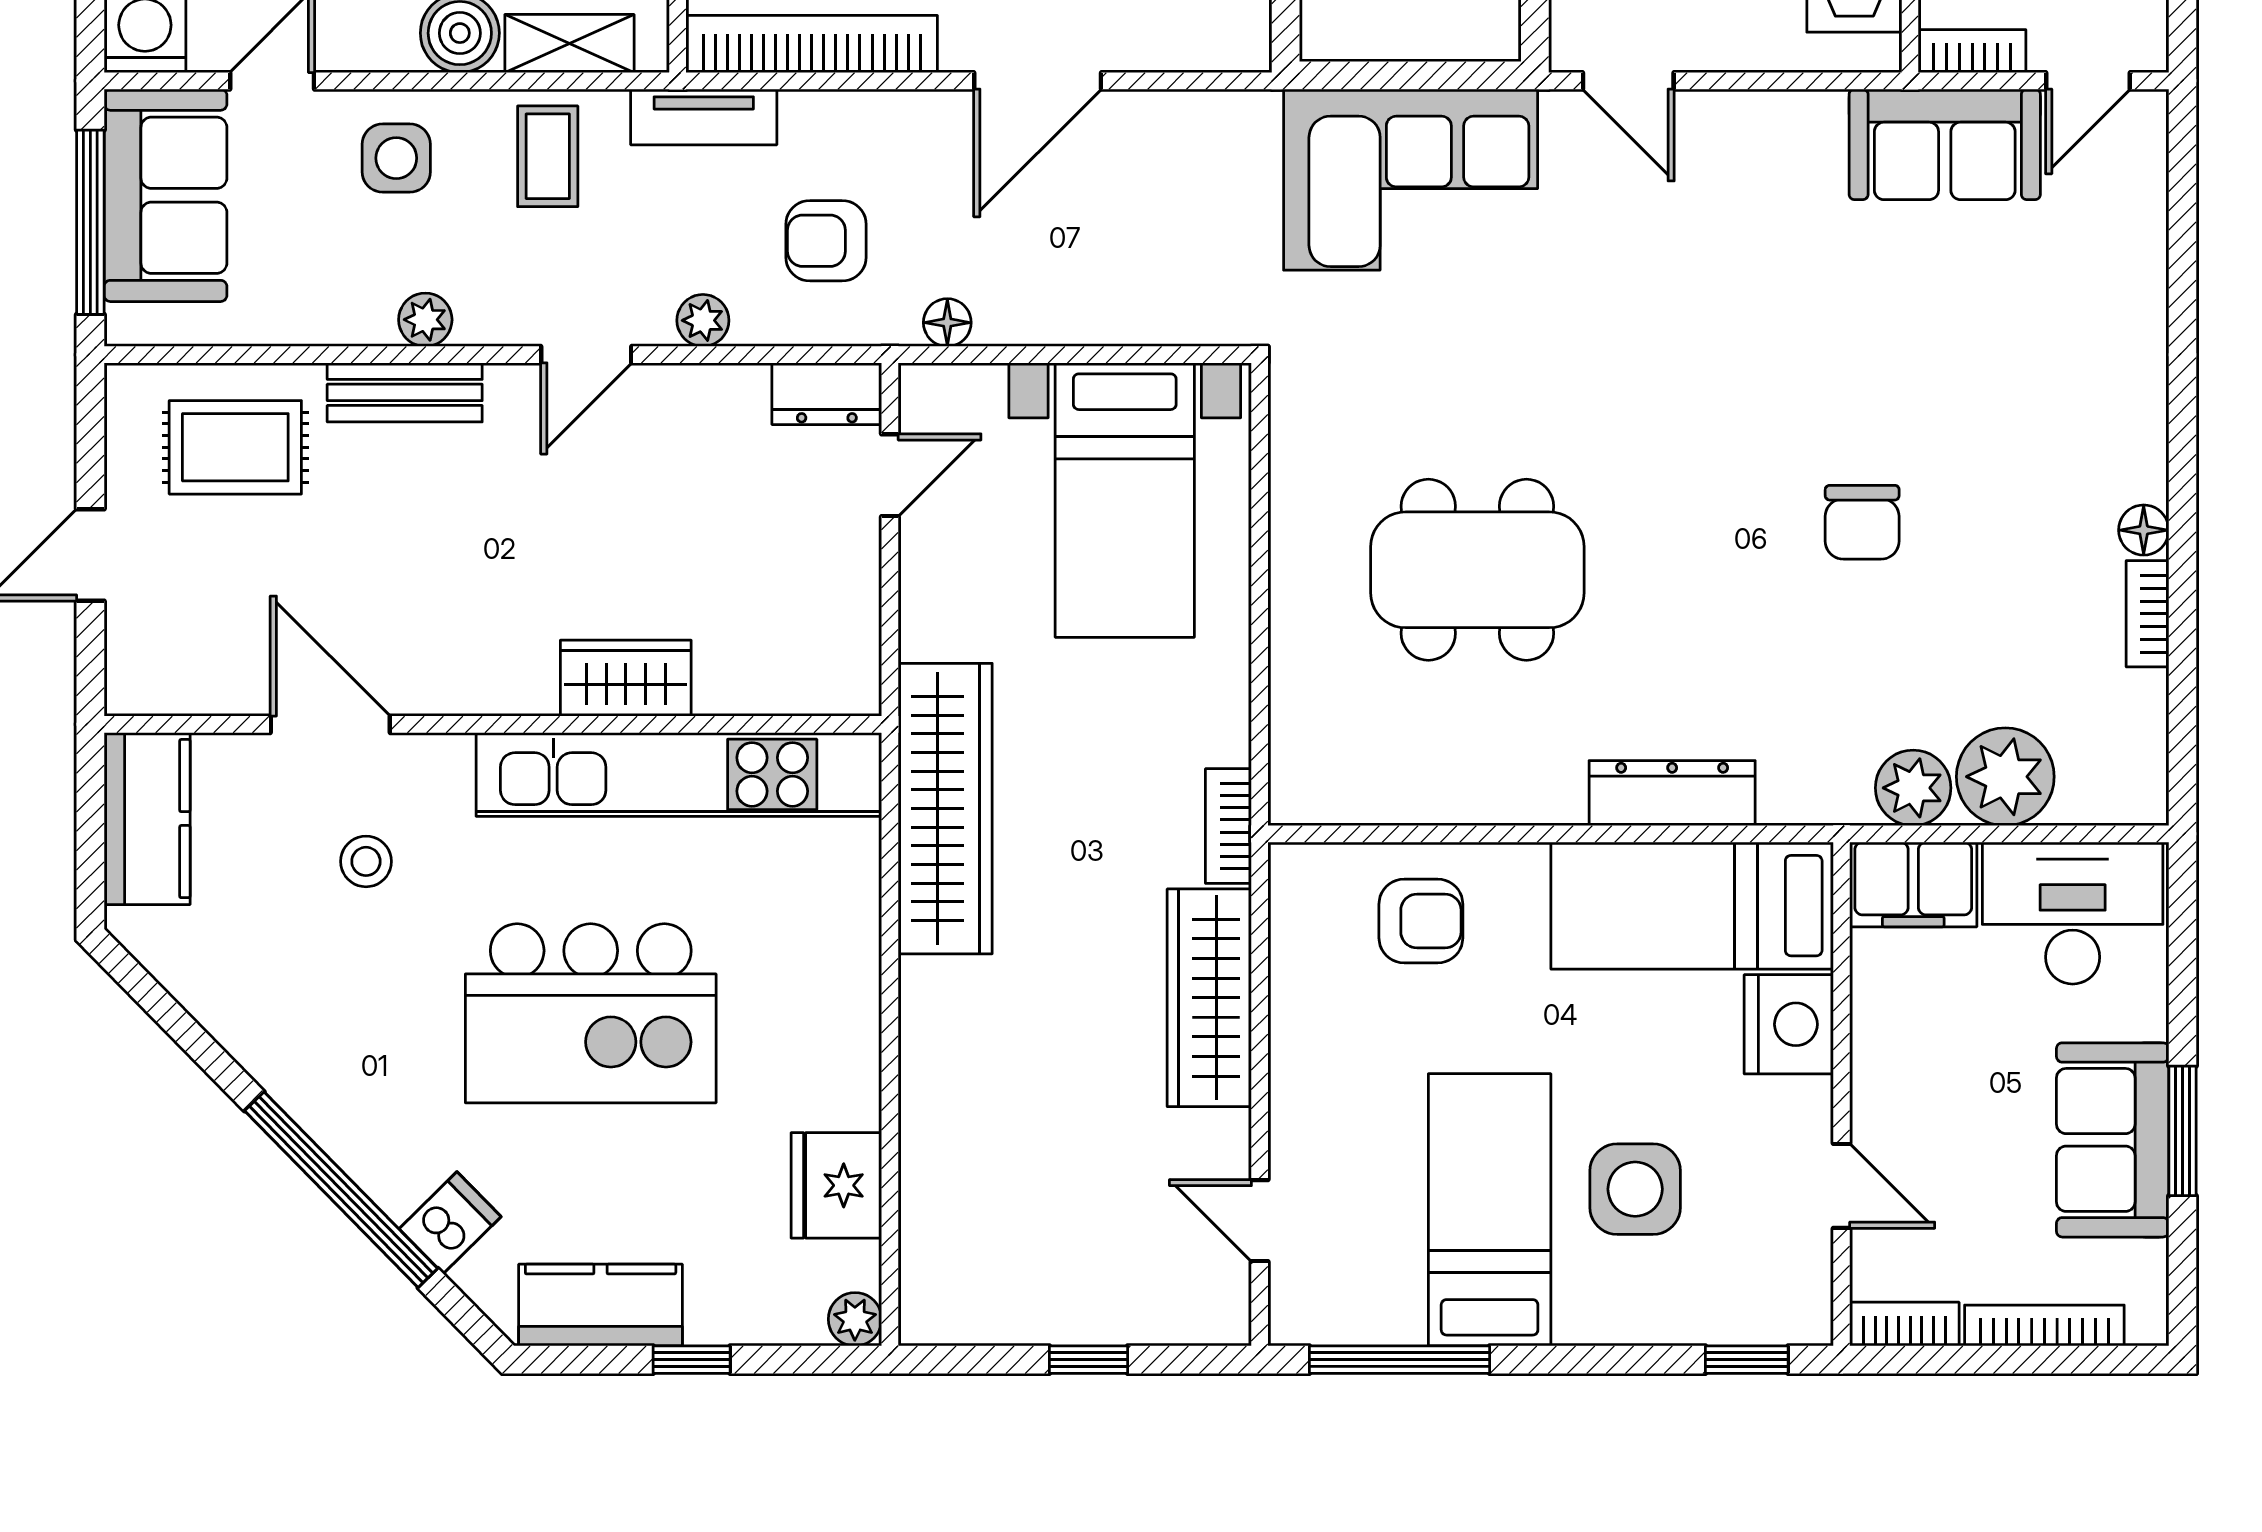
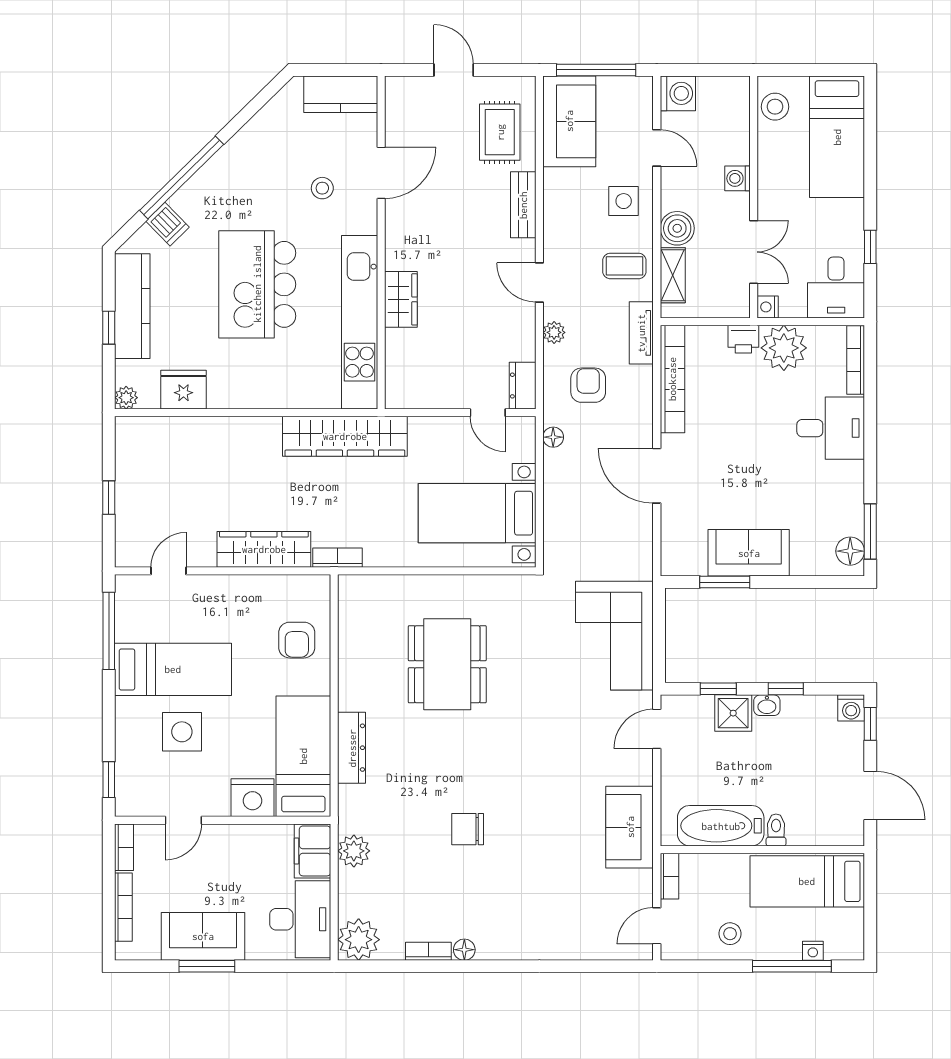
door: (2088, 81) -> (657, 926), hinge flipped
sofa: (1945, 144) -> (630, 827), moved
sofa: (165, 195) -> (569, 121), moved, turned -90
plant: (425, 320) -> (554, 214), removed
plant: (2005, 777) -> (359, 940), moved
kitchen counter: (601, 1305) -> (132, 306), width x1.50

